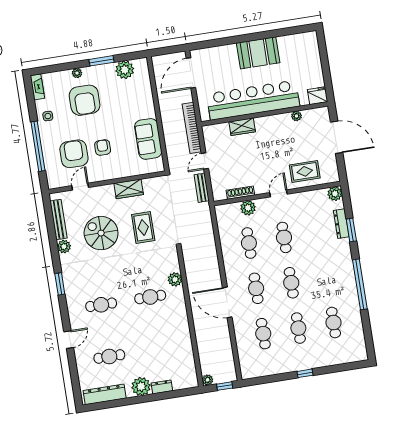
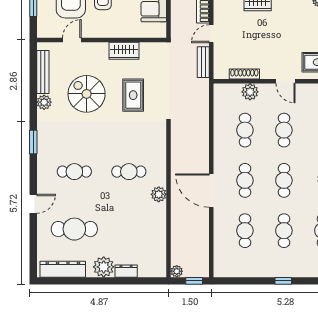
door: (278, 193) -> (286, 81), swing flipped
plant: (175, 279) -> (159, 194), moved
cafe table: (109, 357) -> (74, 229), width x1.37, depth x1.35

